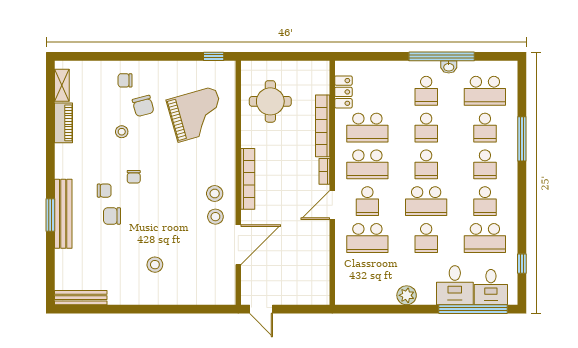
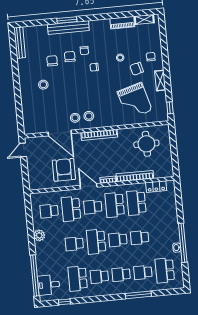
shelving: (166, 68) -> (160, 81), added
school desk: (426, 91) -> (49, 211), moved
armchair: (301, 244) -> (64, 170), added
chair: (116, 246) -> (52, 61), added
desk: (455, 285) -> (48, 263), removed

